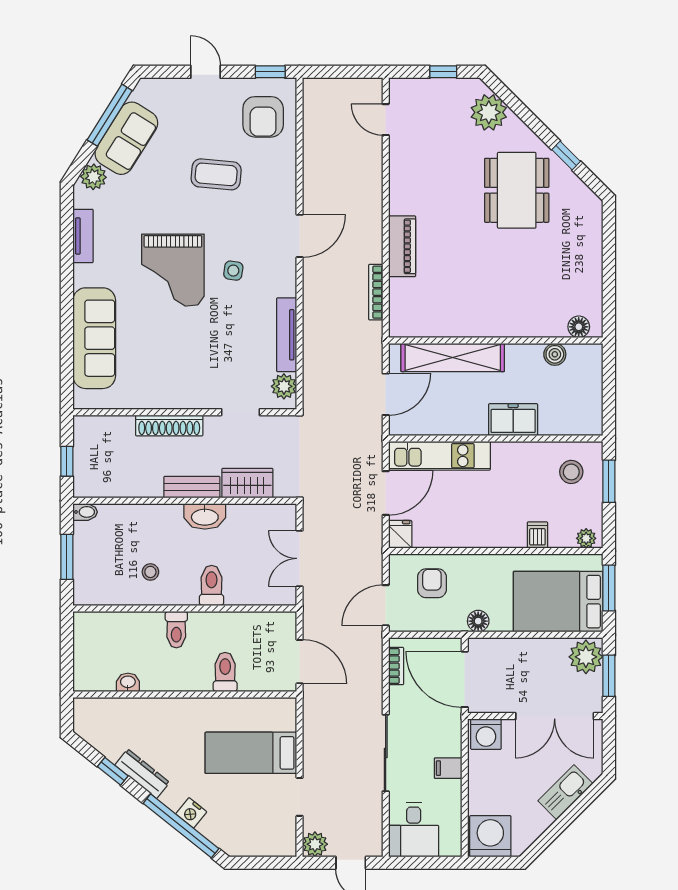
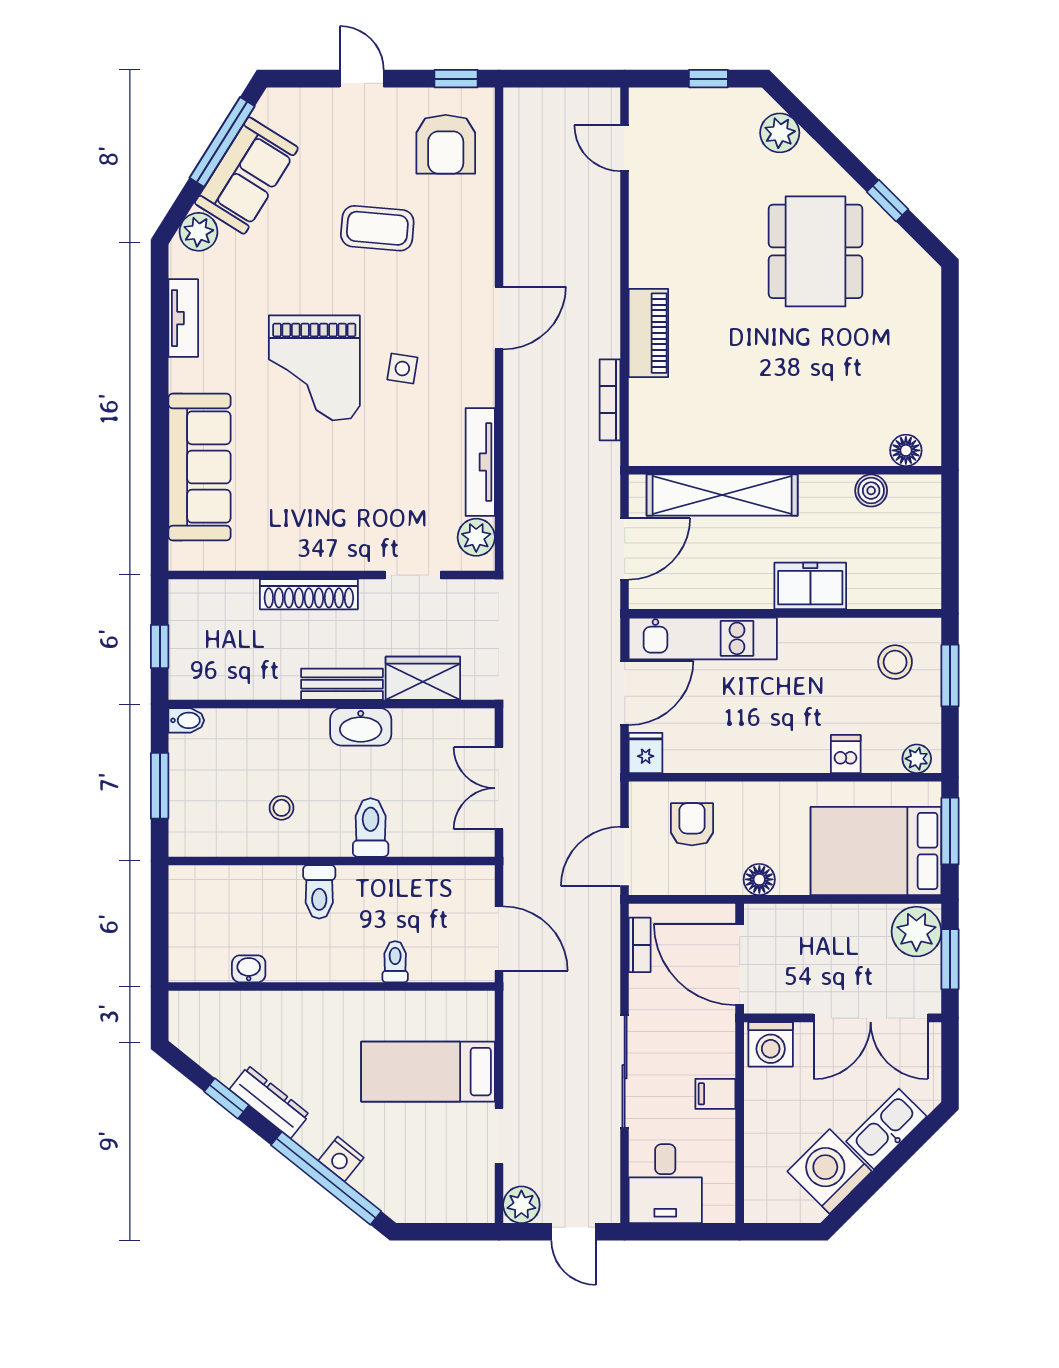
plant: (489, 112) -> (780, 133), width x0.73, depth x0.73
toilet: (225, 672) -> (395, 962), width x0.73, depth x0.72
washing machine: (490, 836) -> (830, 1171), moved, turned -45

